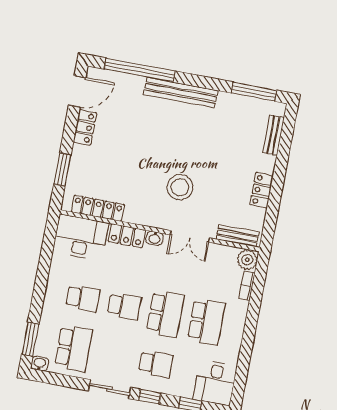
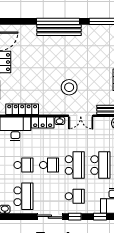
window: (140, 70) -> (58, 21), moved

